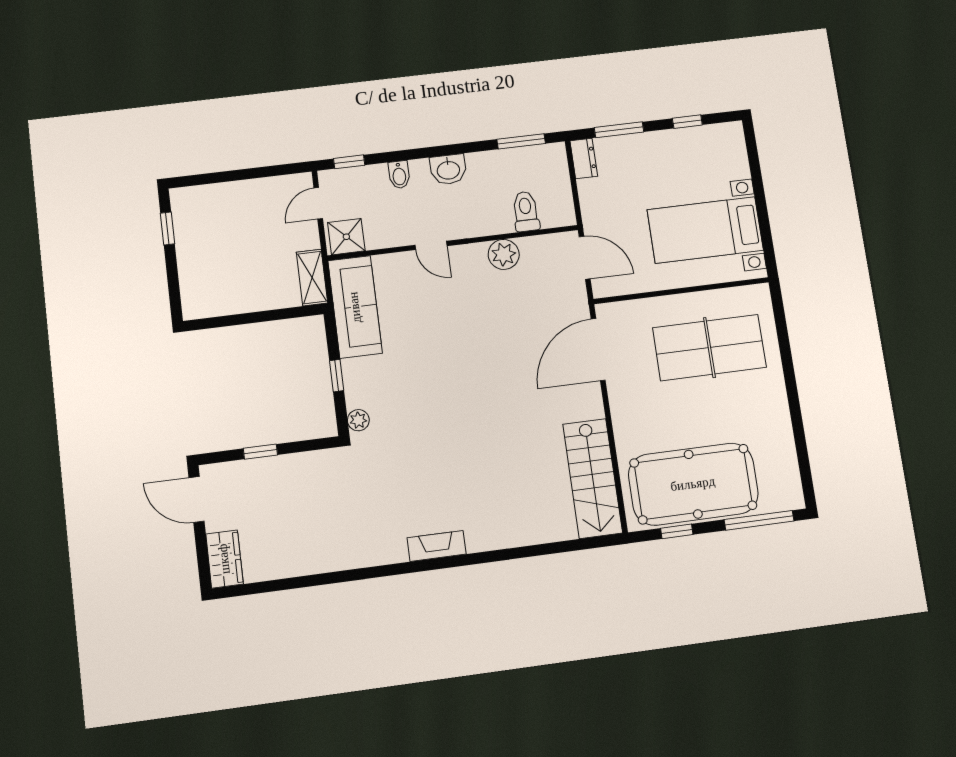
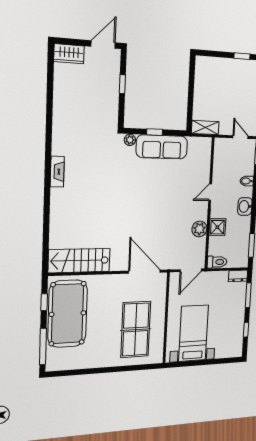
toilet: (526, 211) -> (217, 262), moved
shower: (346, 237) -> (217, 227), moved
sofa: (355, 307) -> (162, 147), moved

